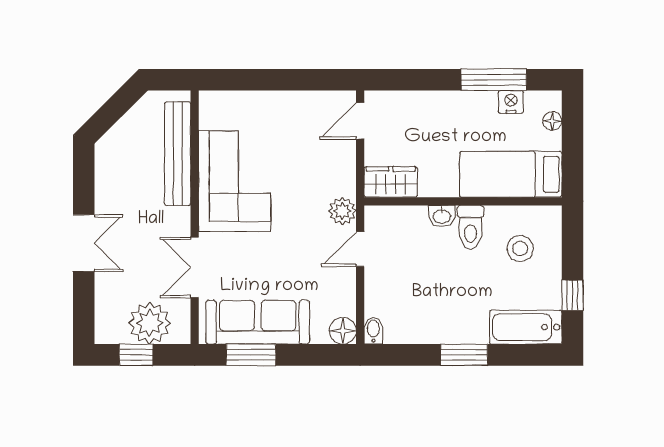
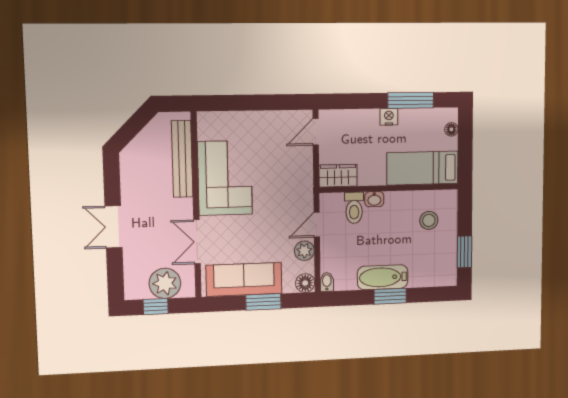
nightstand: (511, 102) -> (389, 117), moved
plant: (342, 211) -> (304, 251), moved
toilet: (471, 227) -> (354, 208), moved
double door: (84, 243) -> (114, 227), swing flipped
window: (572, 295) -> (464, 252), width x1.50
bathtub: (526, 327) -> (383, 277), moved
window: (251, 355) -> (263, 302), moved

